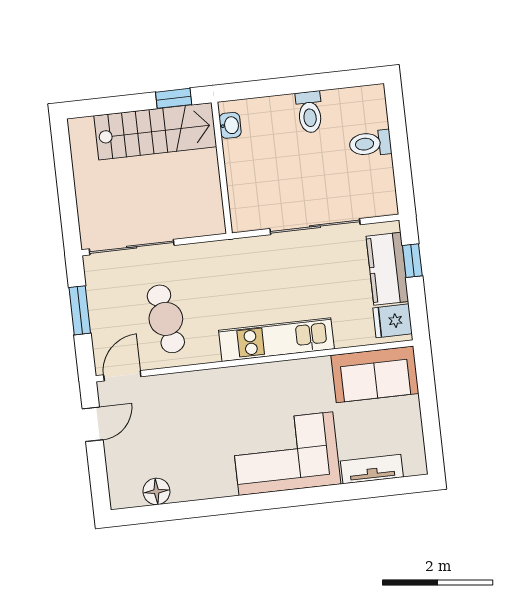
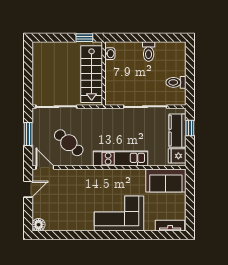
stairs: (155, 131) -> (92, 74), moved, turned 90
toilet: (370, 143) -> (176, 82), moved
cafe table: (166, 319) -> (69, 143), turned -39
door: (122, 376) -> (45, 168), hinge flipped
tv unit: (372, 469) -> (170, 226), moved
floor lamp: (156, 491) -> (39, 225), moved

